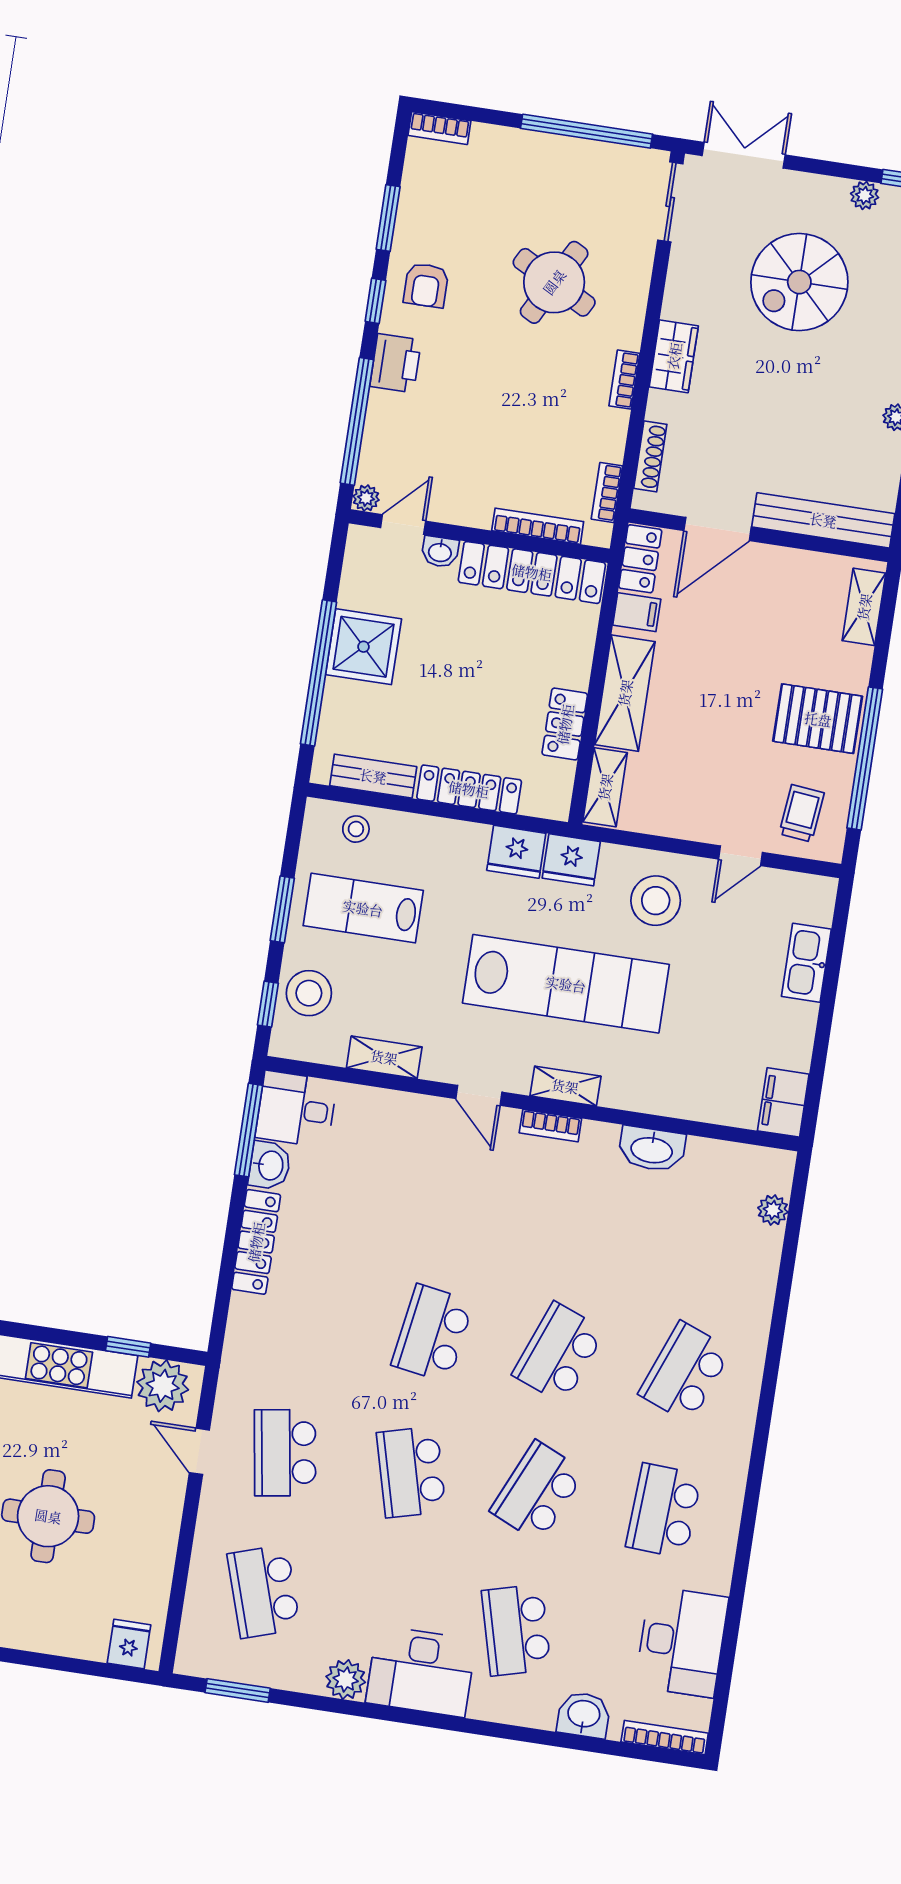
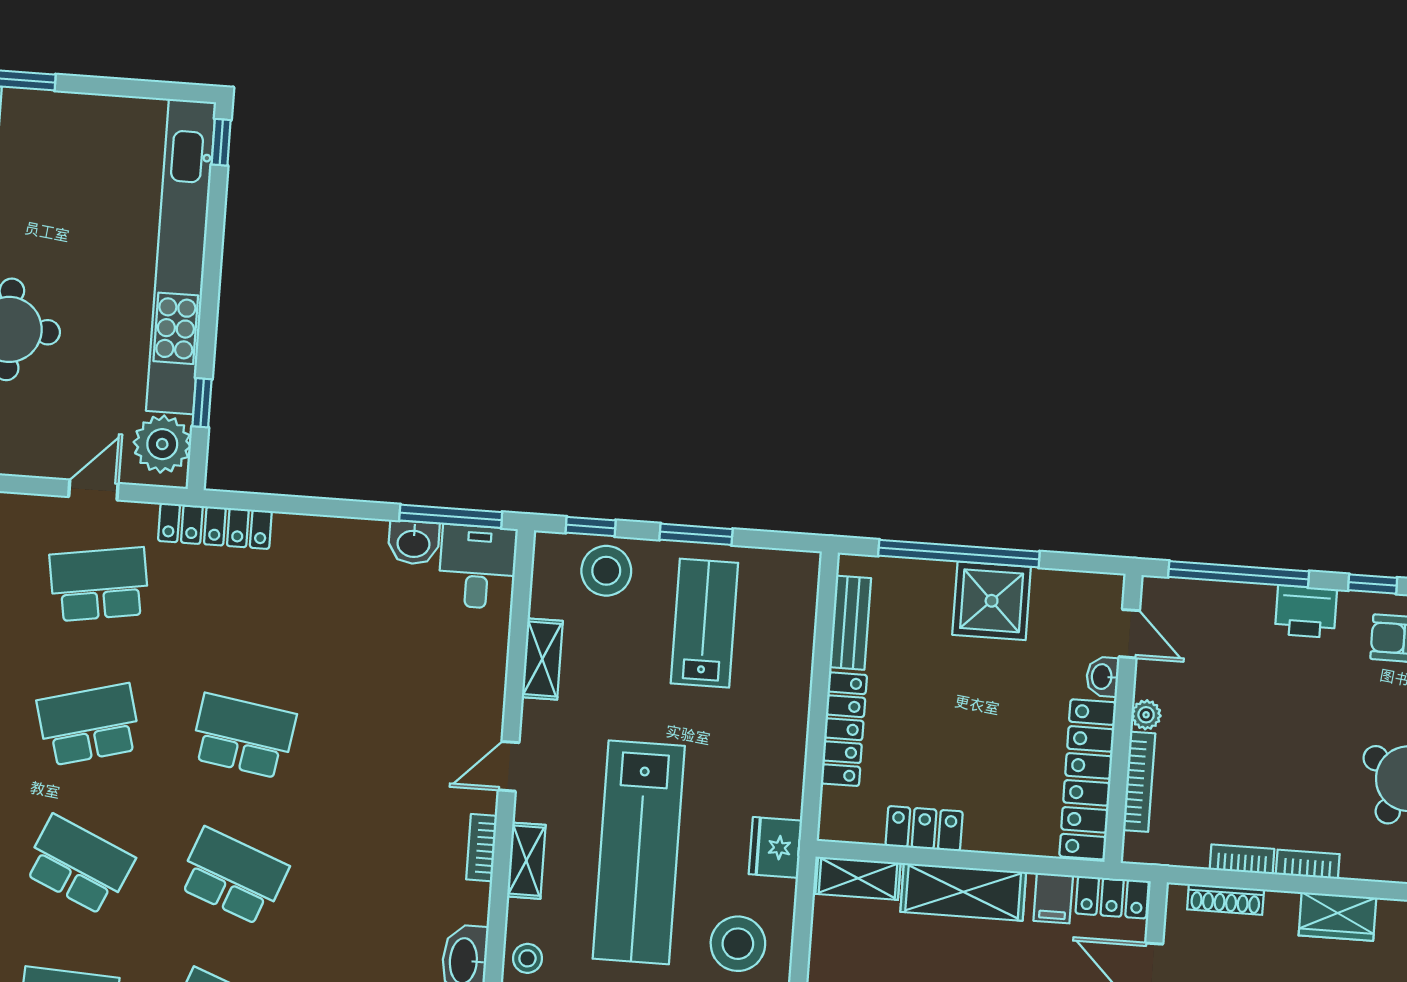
bookcase: (607, 492) -> (1242, 859), moved
plant: (366, 498) -> (1146, 715), moved
stool: (356, 829) -> (527, 958), moved
fridge: (516, 852) -> (779, 786), removed
locker: (256, 1242) -> (215, 526), moved

